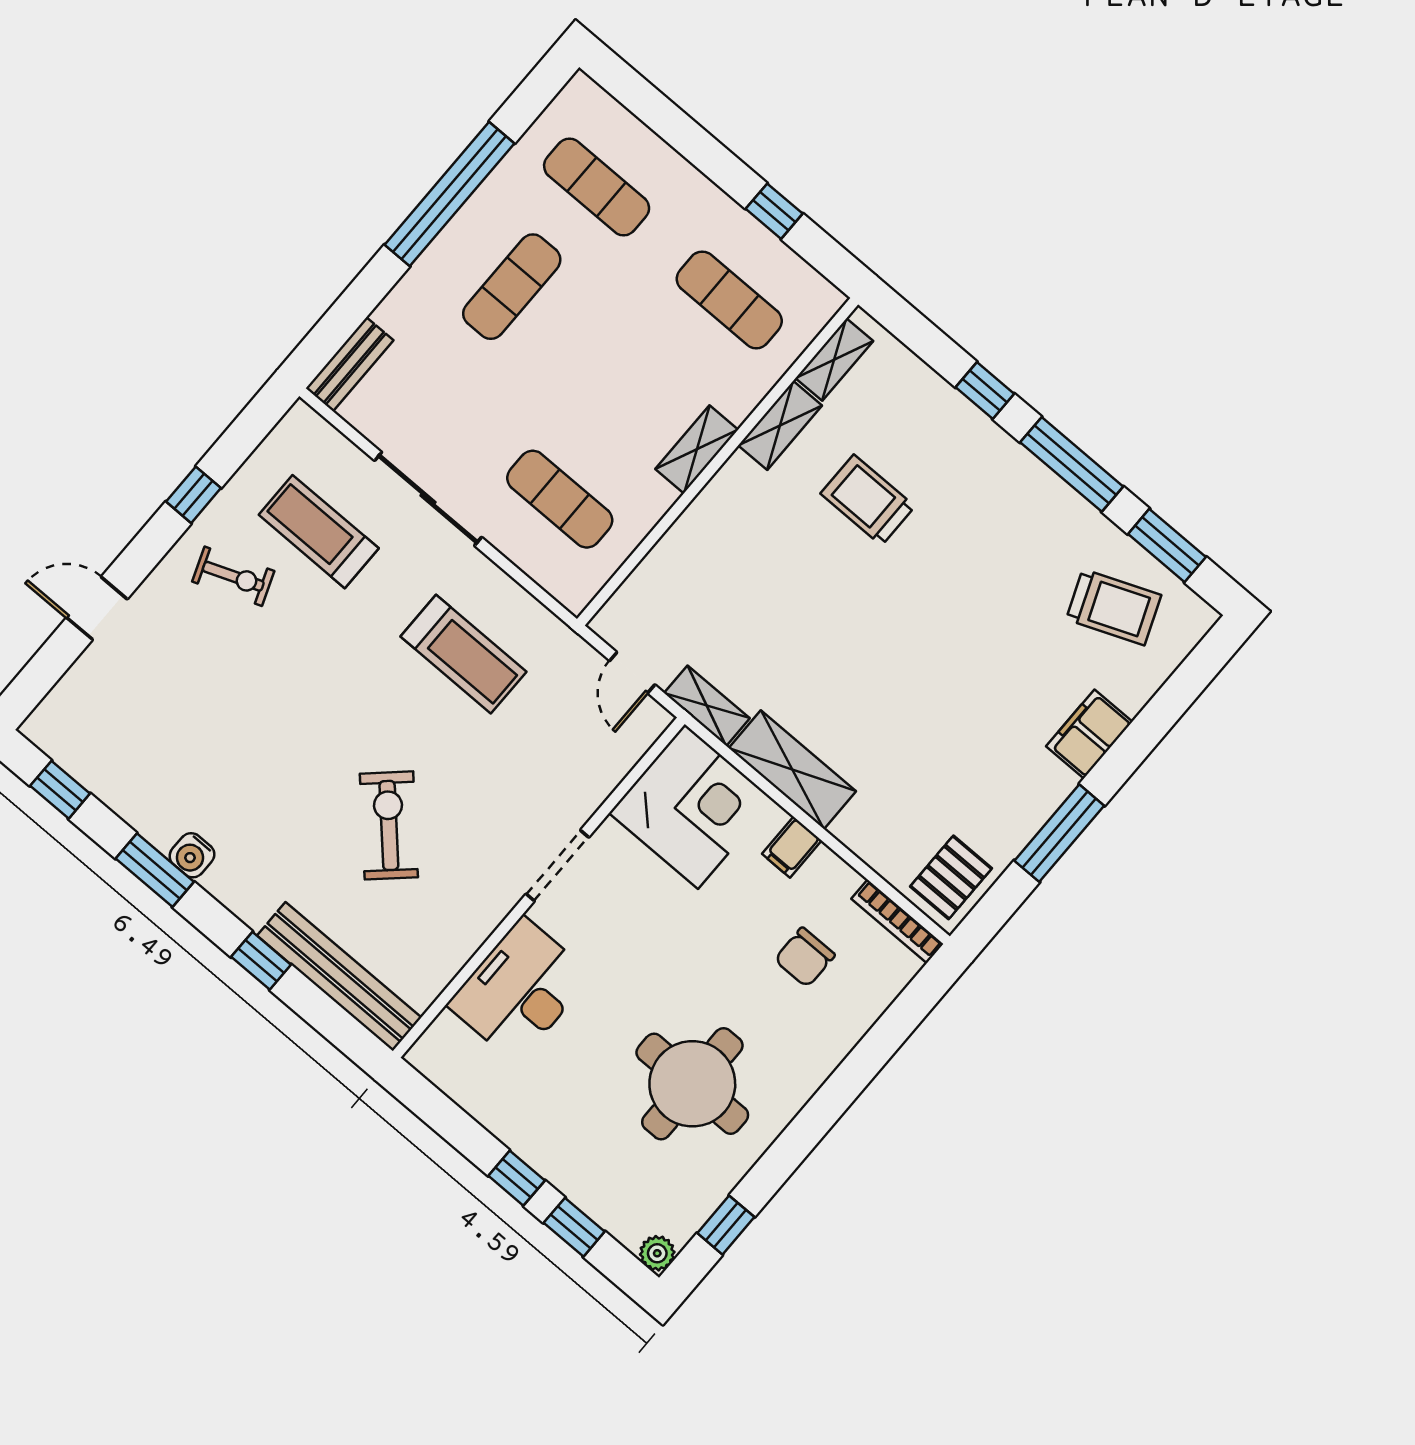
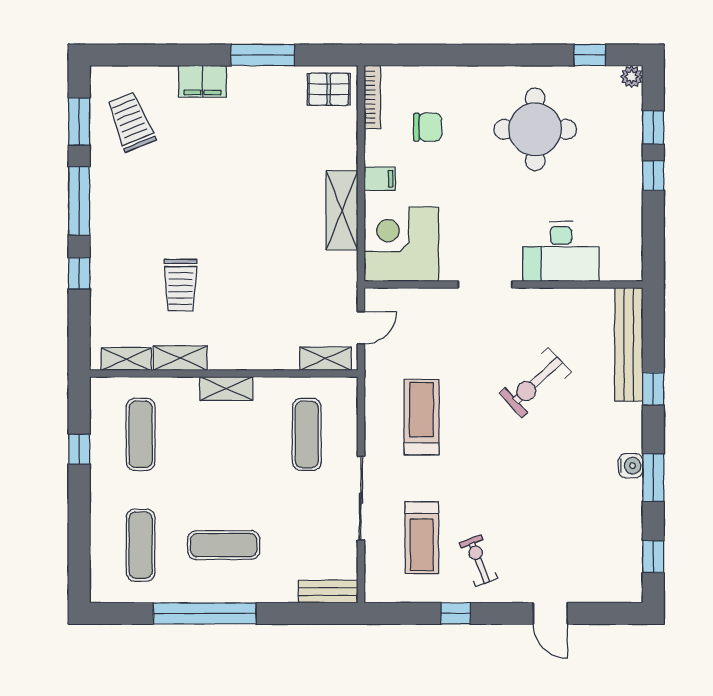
shelving: (707, 706) -> (326, 359), moved, turned 90

